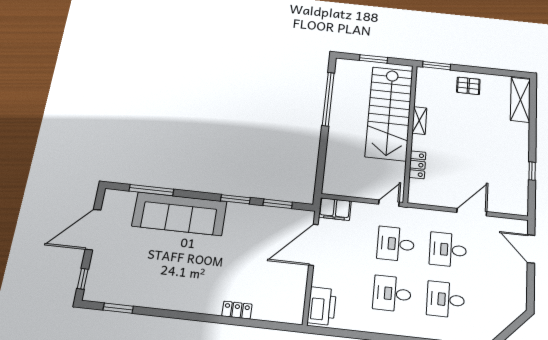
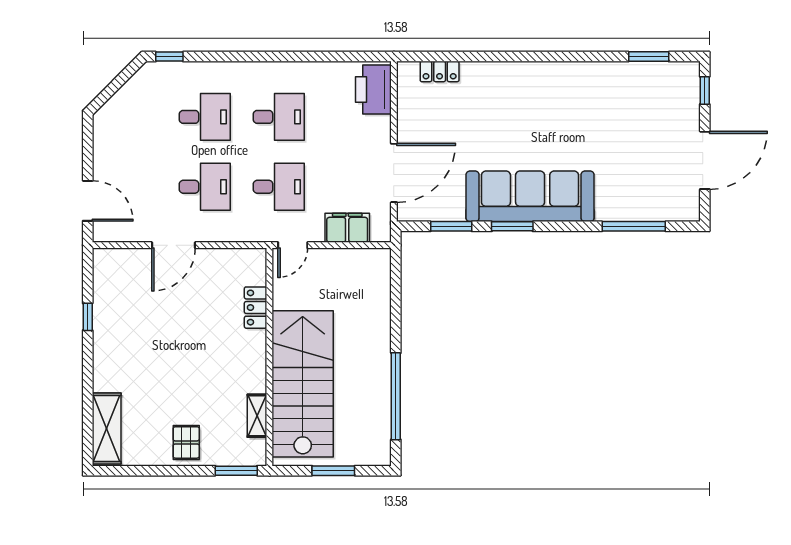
pallet: (468, 86) -> (186, 442), turned 90
shelving: (419, 121) -> (257, 416), moved
filing cabinet: (335, 209) -> (347, 228), moved
sofa: (179, 214) -> (530, 196), moved
locker: (237, 310) -> (440, 71), moved

